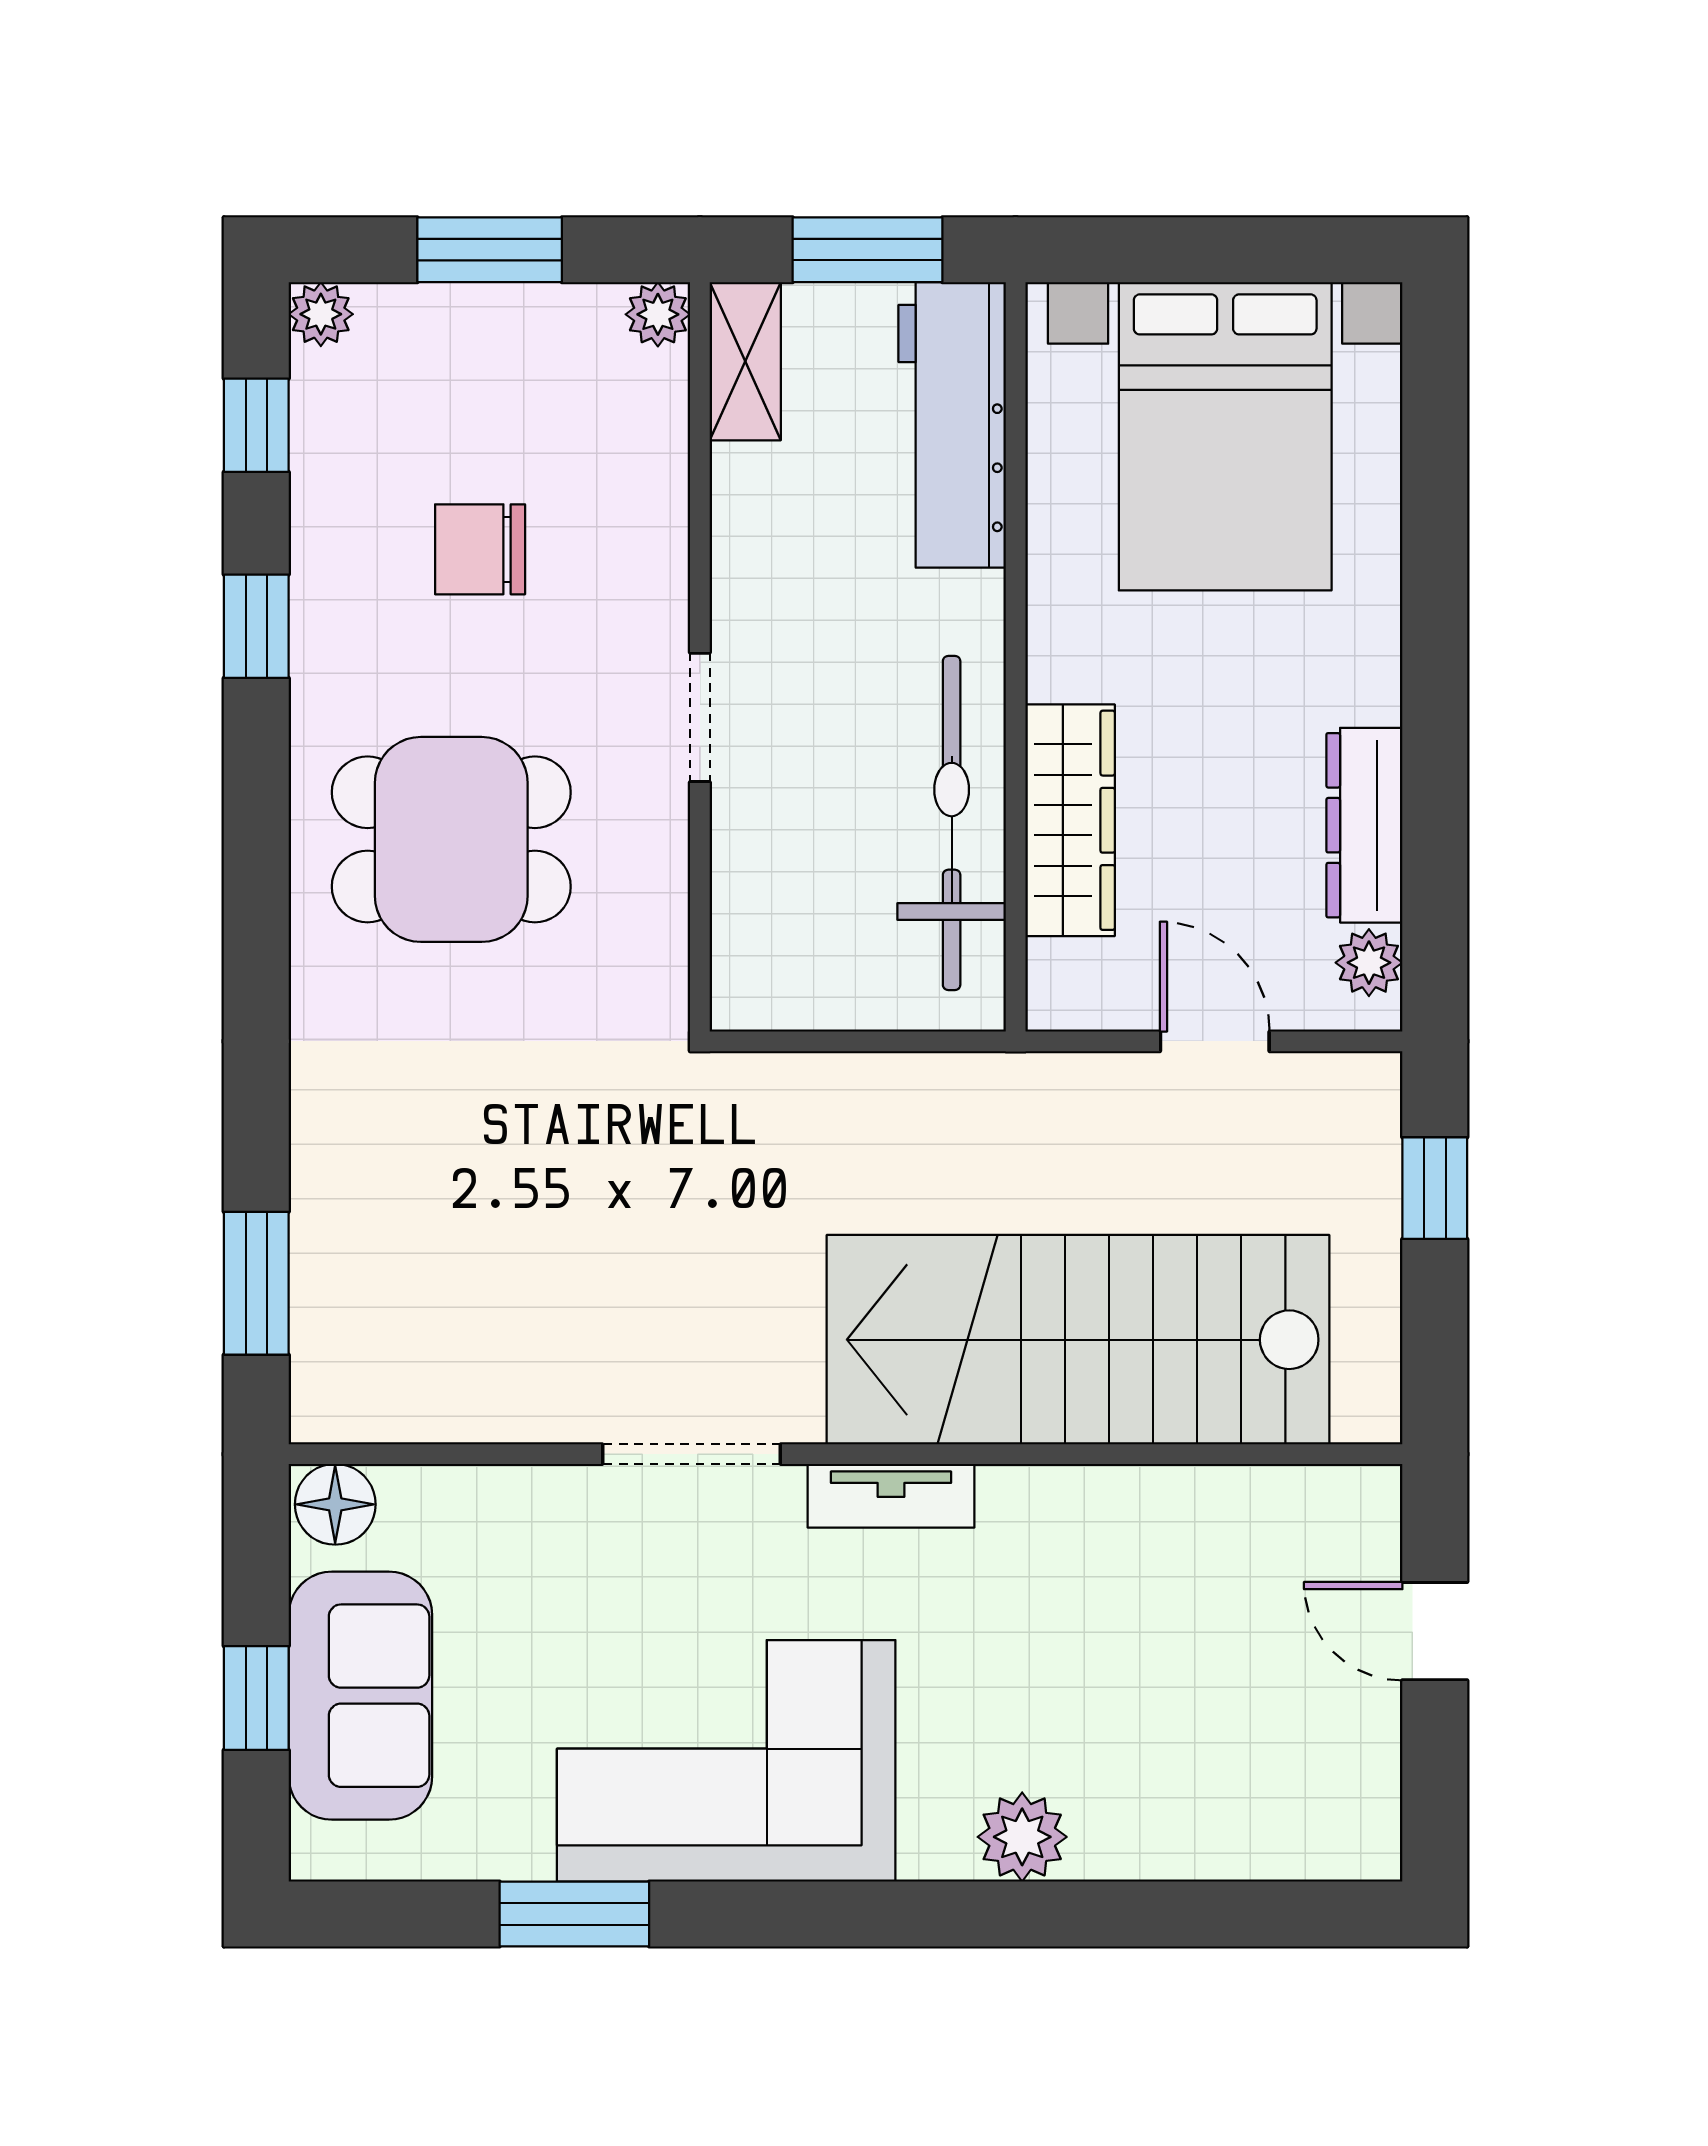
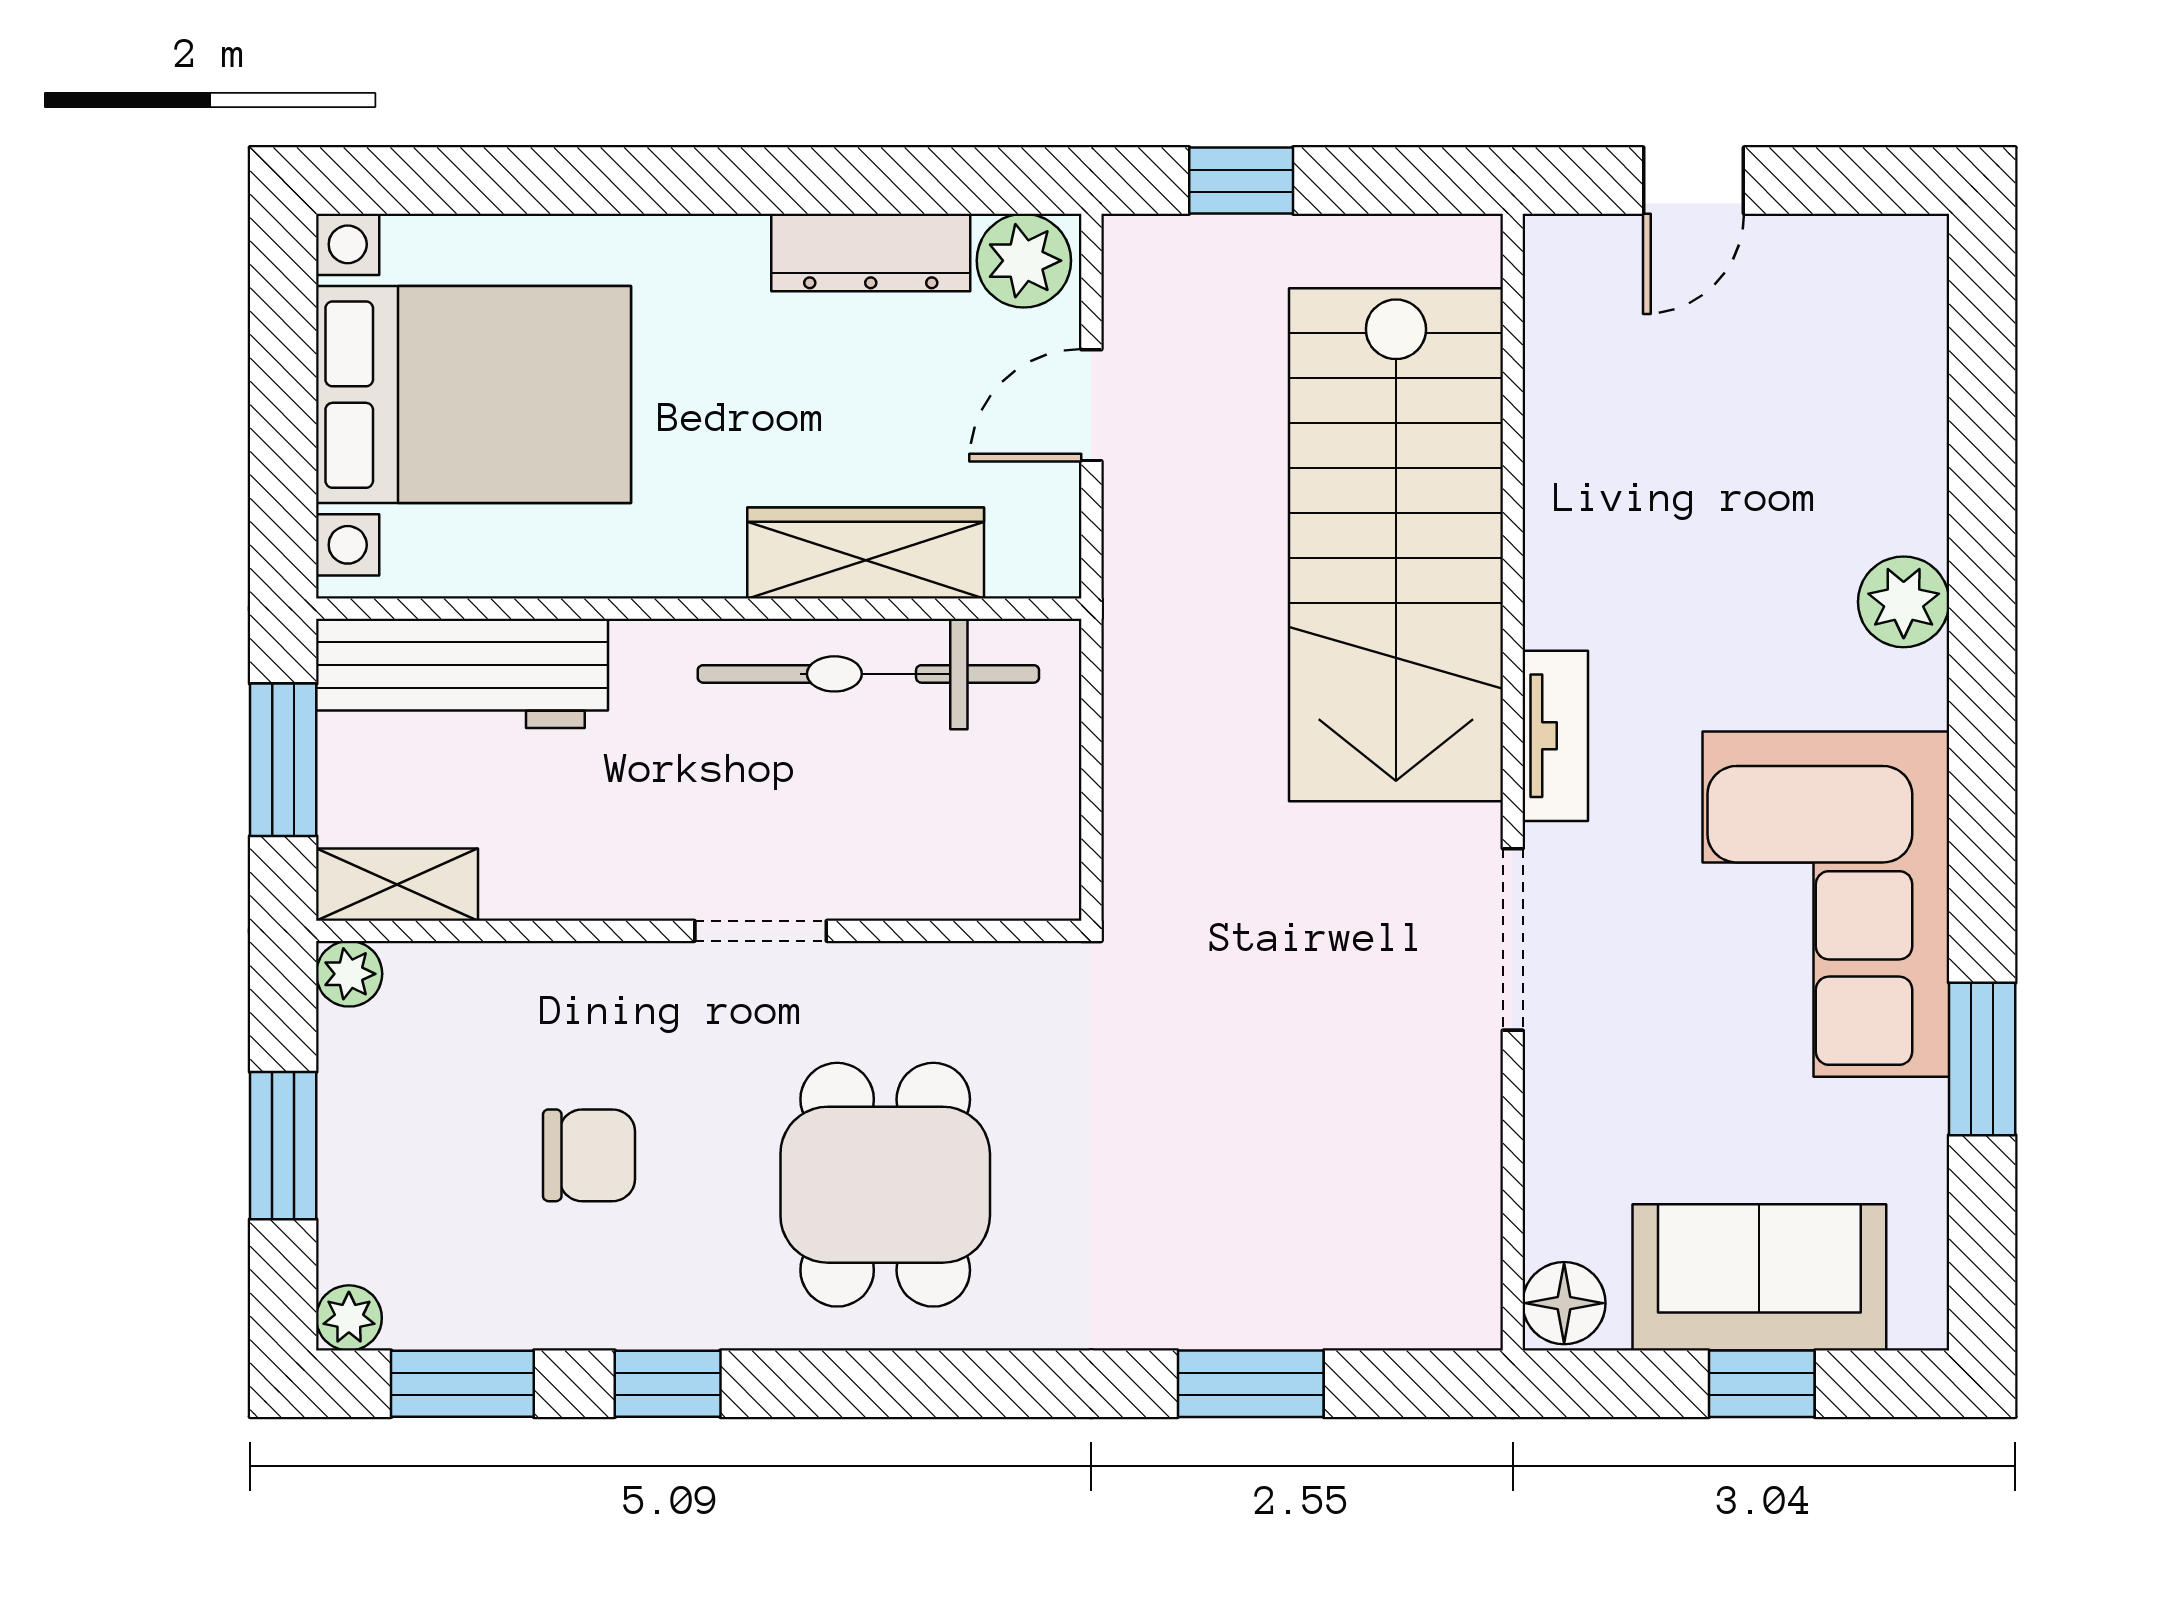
window: (256, 425) -> (462, 1384), width x1.50
chair: (480, 549) -> (589, 1155), turned -90
plant: (1369, 963) -> (1024, 261), width x1.38, depth x1.38
window: (256, 1283) -> (1251, 1384), moved

